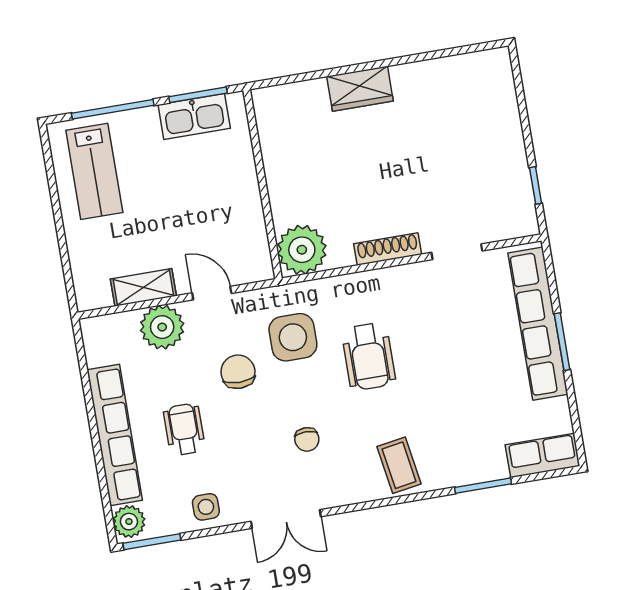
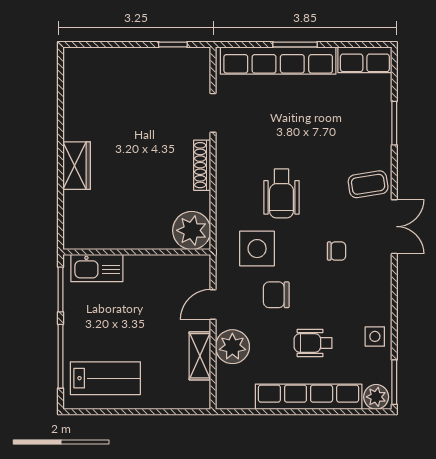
kitchen sink: (194, 117) -> (97, 268), moved, turned 90
wheelchair: (369, 357) -> (281, 193), turned 90
row of seats: (543, 455) -> (365, 60), moved, turned -90
double door: (286, 519) -> (394, 227), moved

